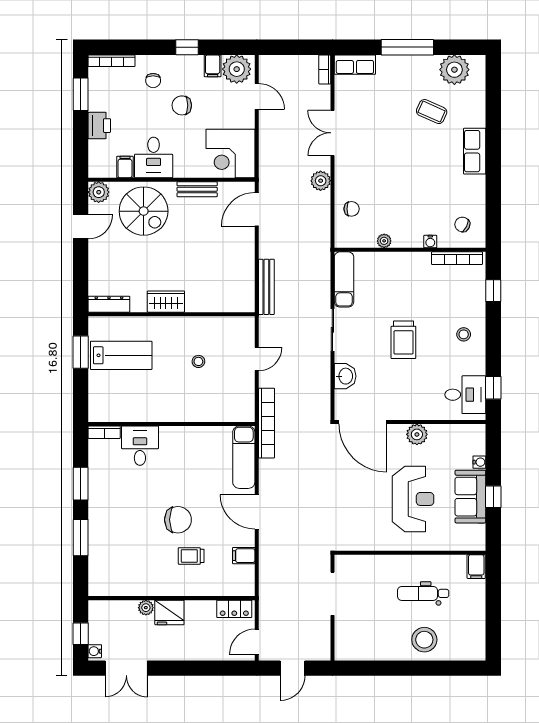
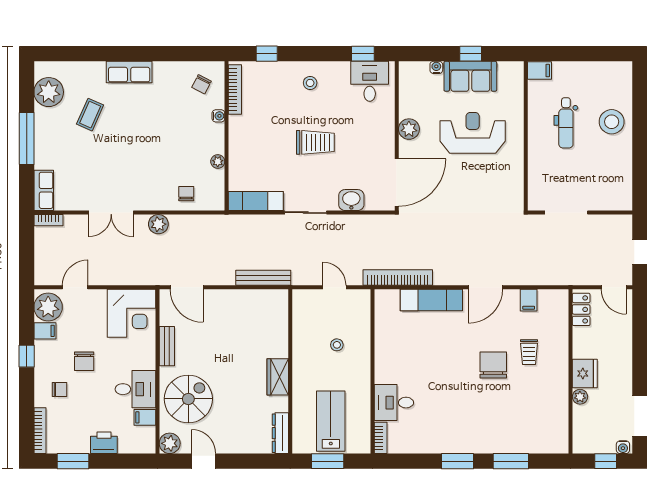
wall: (172, 424) -> (372, 371), moved
bookcase: (104, 432) -> (381, 438), moved
desk: (140, 446) -> (394, 403), moved

